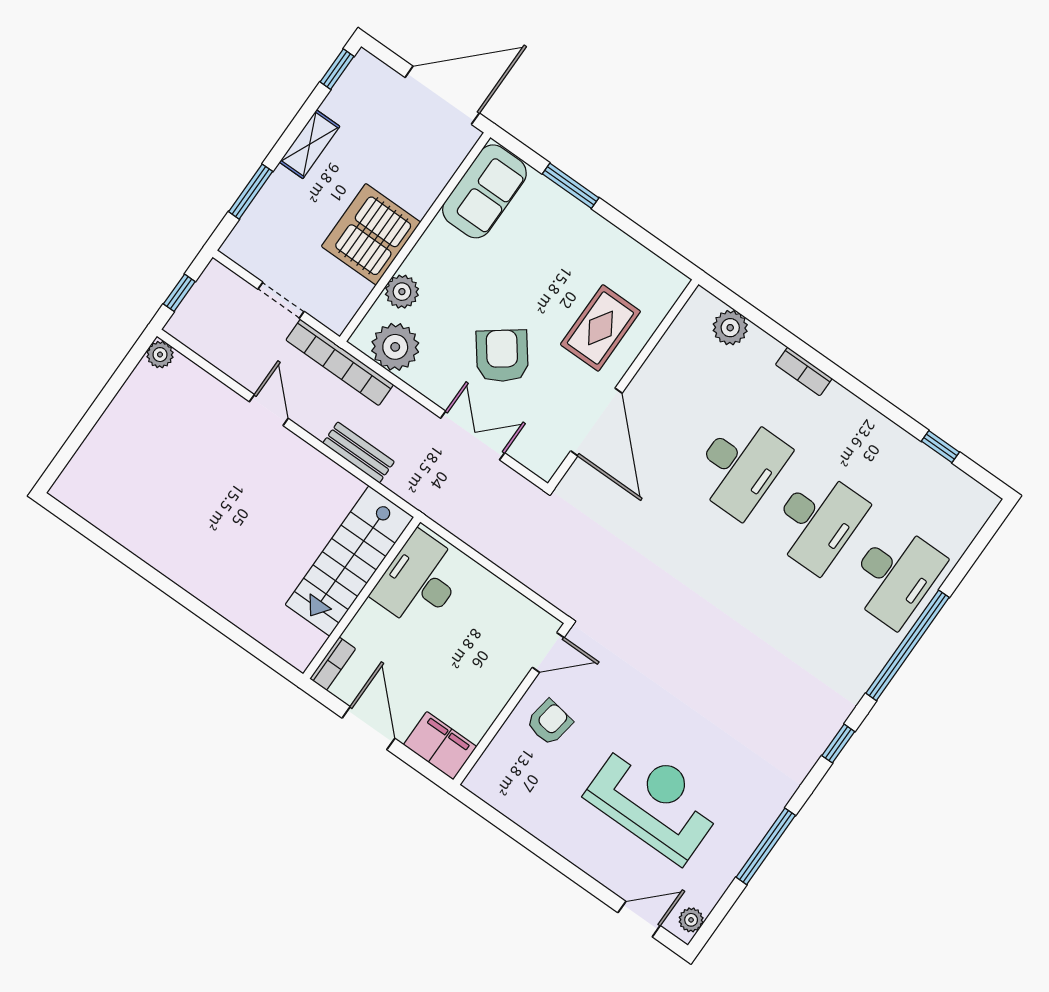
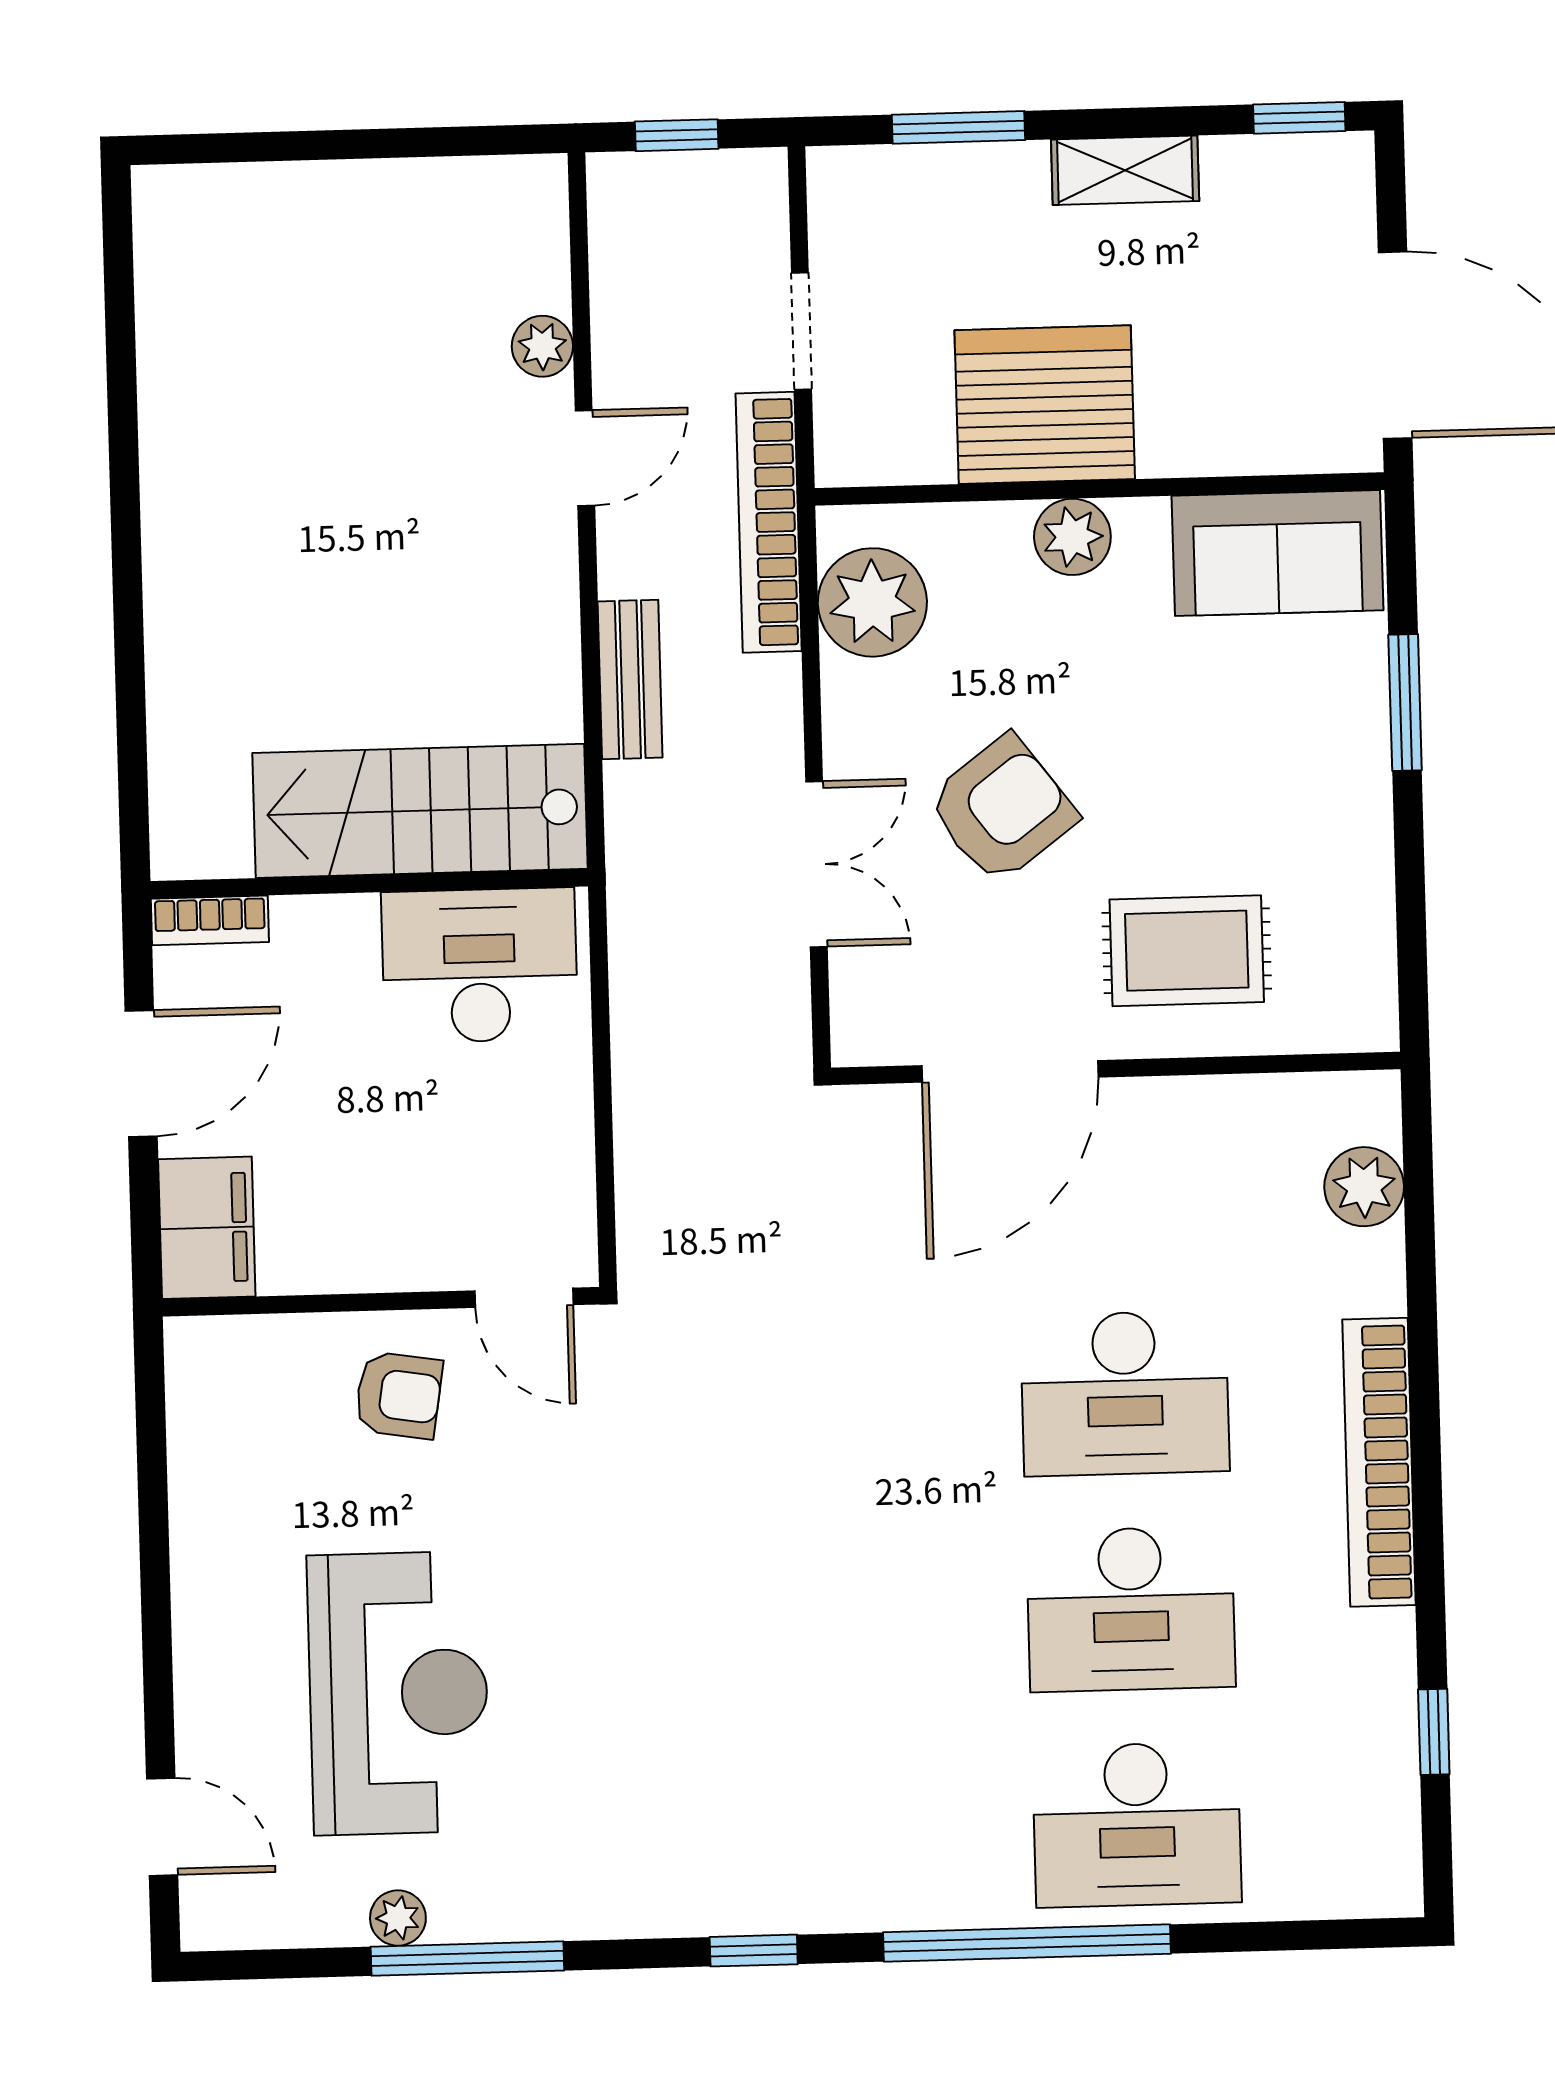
plant: (402, 292) -> (1072, 537), moved
plant: (160, 355) -> (542, 346), moved
bookcase: (804, 372) -> (1379, 1462), width x2.31, depth x1.31
plant: (691, 920) -> (398, 1918), moved

